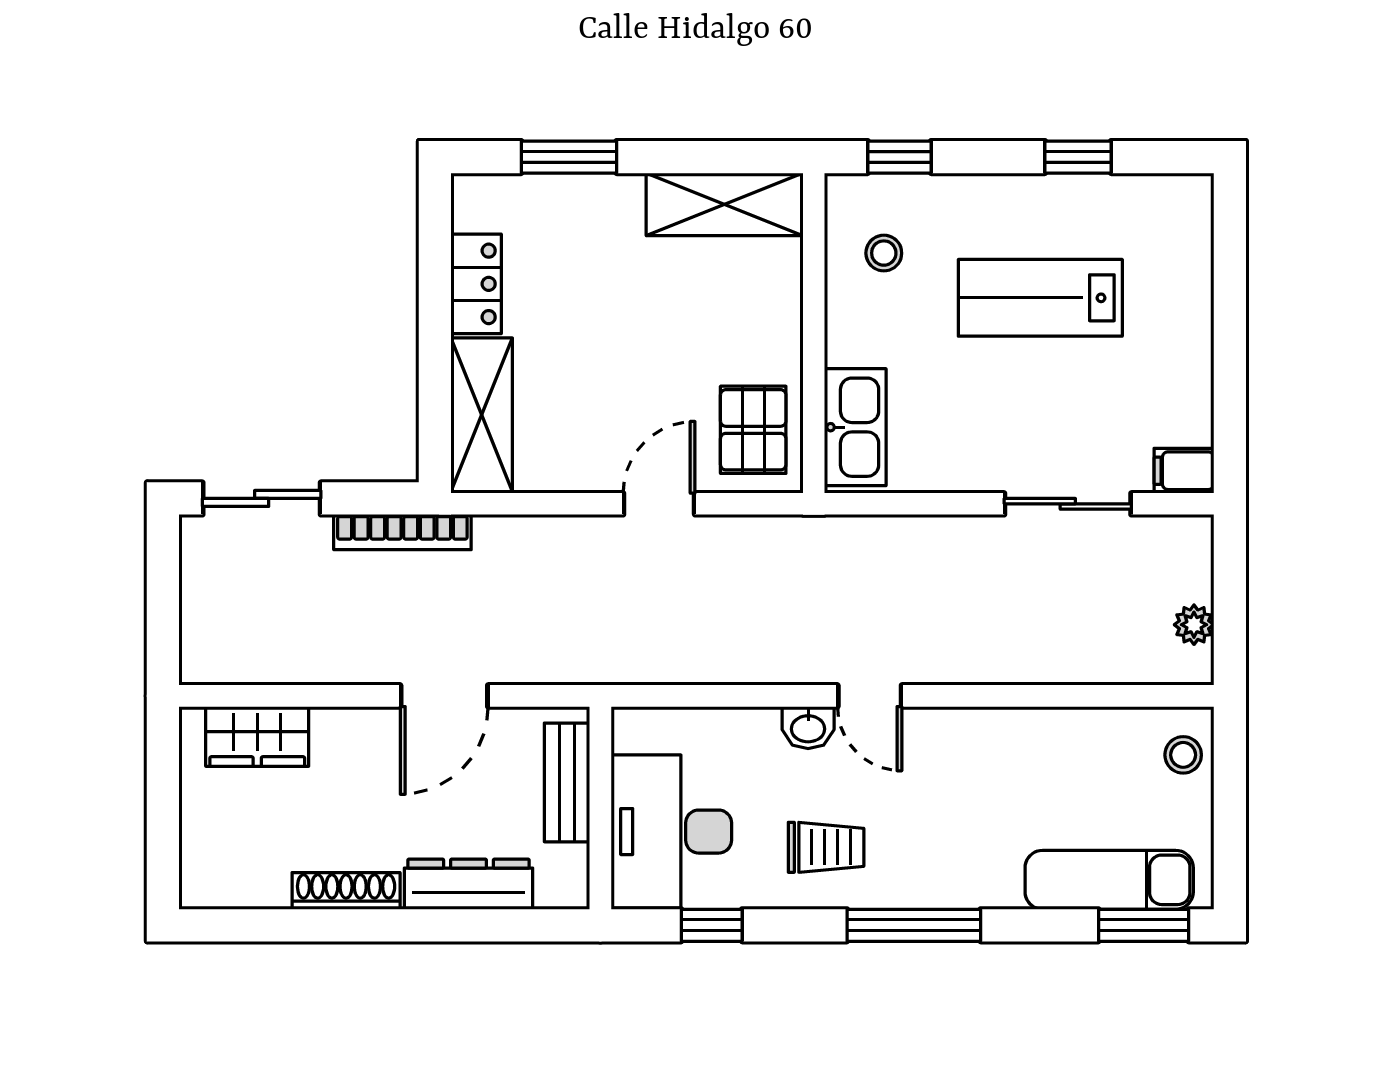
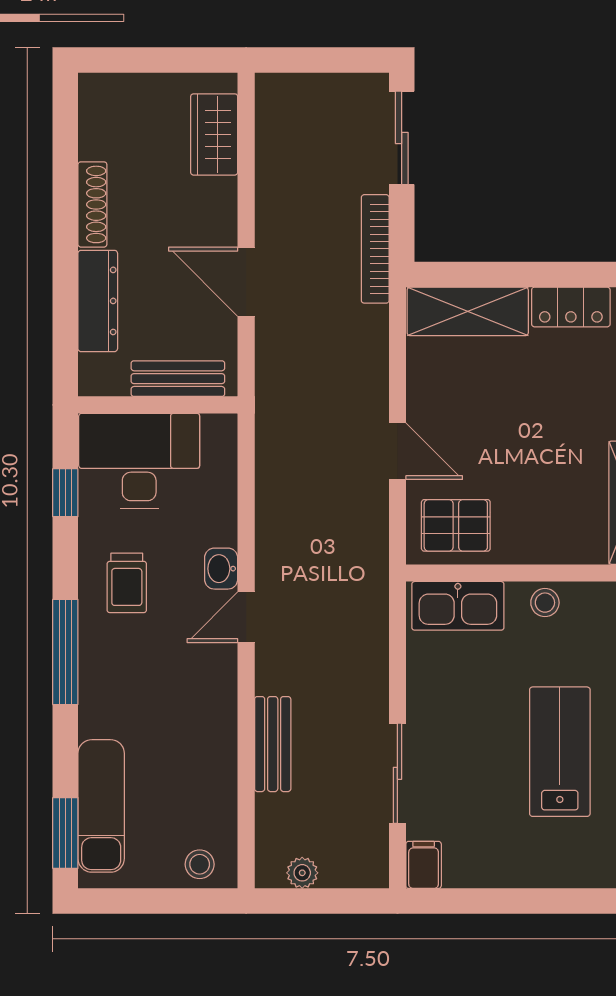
stool: (884, 253) -> (545, 603), moved
bench: (1031, 662) -> (273, 744), added

